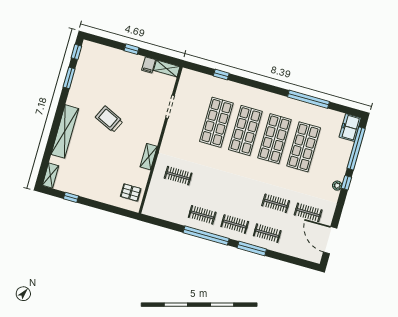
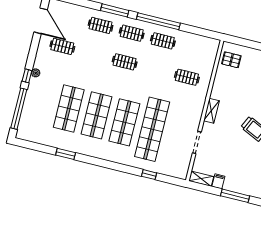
window: (132, 49) -> (235, 196), width x2.17
window: (308, 99) -> (66, 154), width x0.47
shop shelf: (216, 122) -> (152, 129), width x1.40
freezer: (350, 127) -> (25, 128), removed
shelving: (149, 157) -> (211, 111), moved
clothes rail: (276, 203) -> (125, 62), moved

